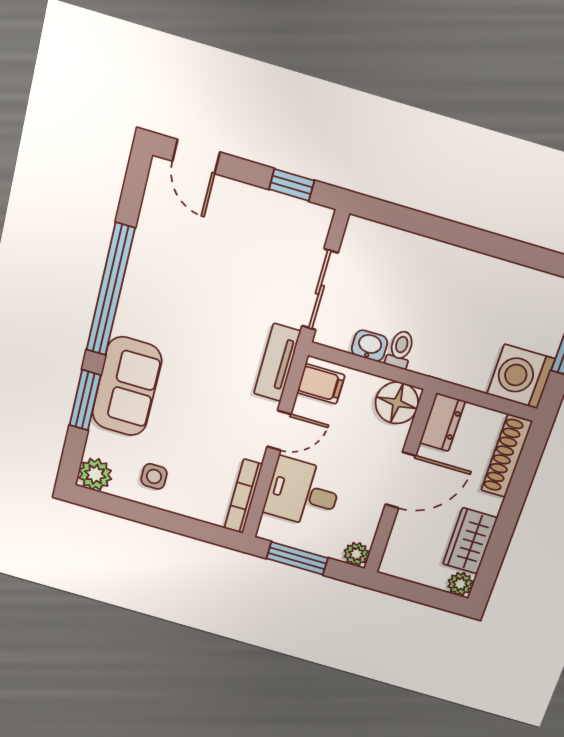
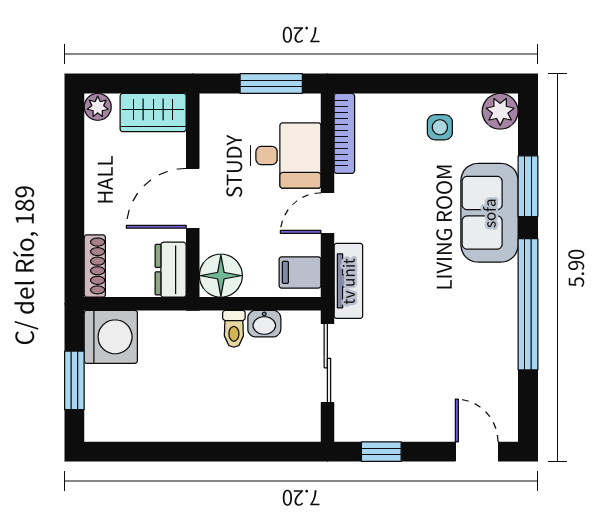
shoe rack: (507, 456) -> (95, 266), width x0.74, depth x0.81
wardrobe: (470, 541) -> (153, 113), moved, turned 90
plant: (356, 554) -> (213, 107), removed

